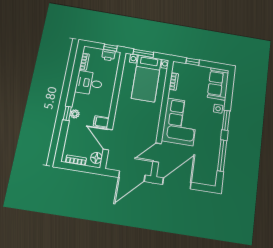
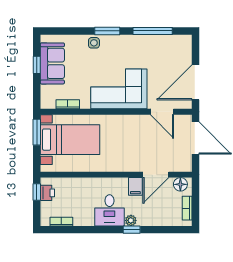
window: (143, 53) -> (37, 132), moved
window: (193, 62) -> (37, 65), moved
desk: (89, 83) -> (109, 210), moved
sofa: (218, 84) -> (52, 63), moved, turned -90
door: (177, 183) -> (195, 82), hinge flipped

